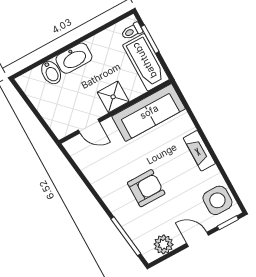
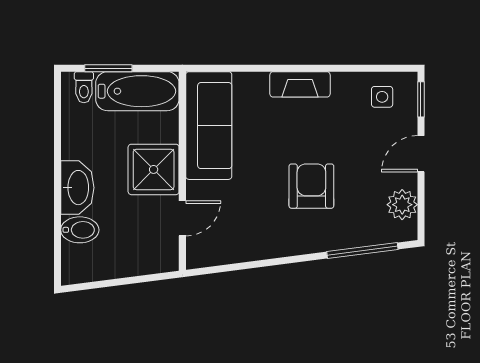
shower: (113, 97) -> (154, 169), width x1.36, depth x1.36
side table: (217, 200) -> (382, 97), width x0.54, depth x0.54

